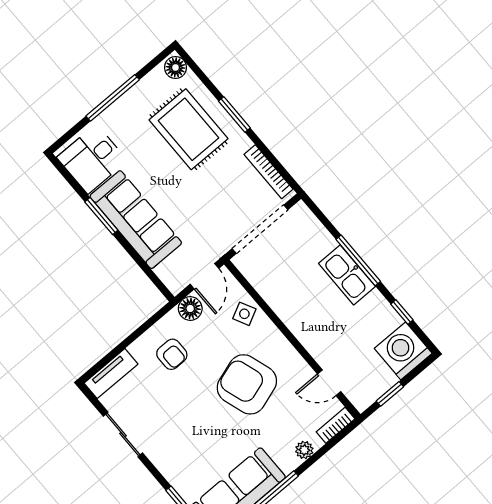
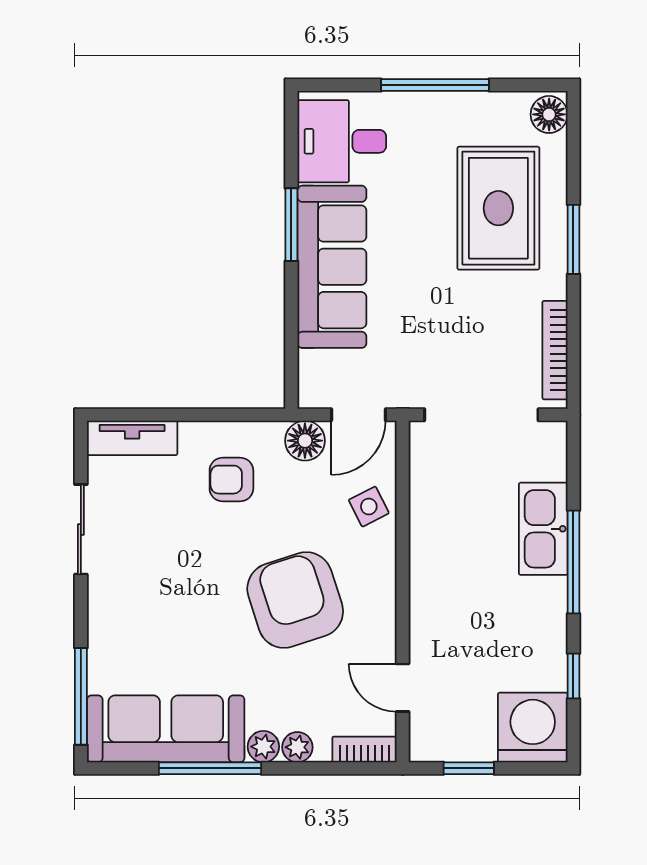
kitchen sink: (347, 275) -> (543, 529), moved
armchair: (172, 354) -> (231, 480), turned 90
plant: (289, 463) -> (263, 747), added

